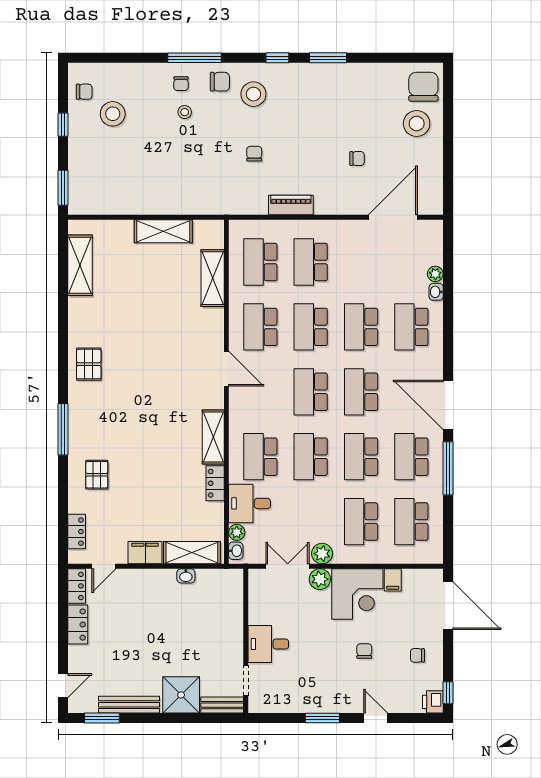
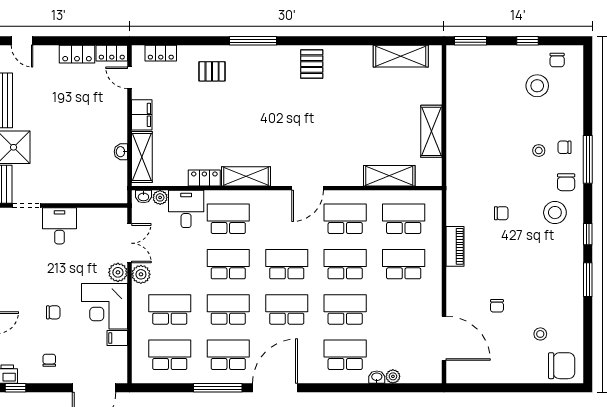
stool: (417, 124) -> (540, 334), moved, width x0.53, depth x0.53
pallet: (89, 364) -> (312, 64), turned 90

